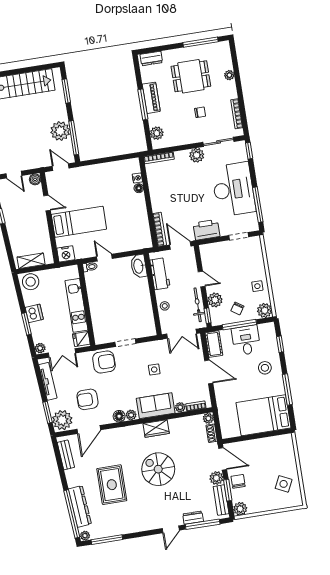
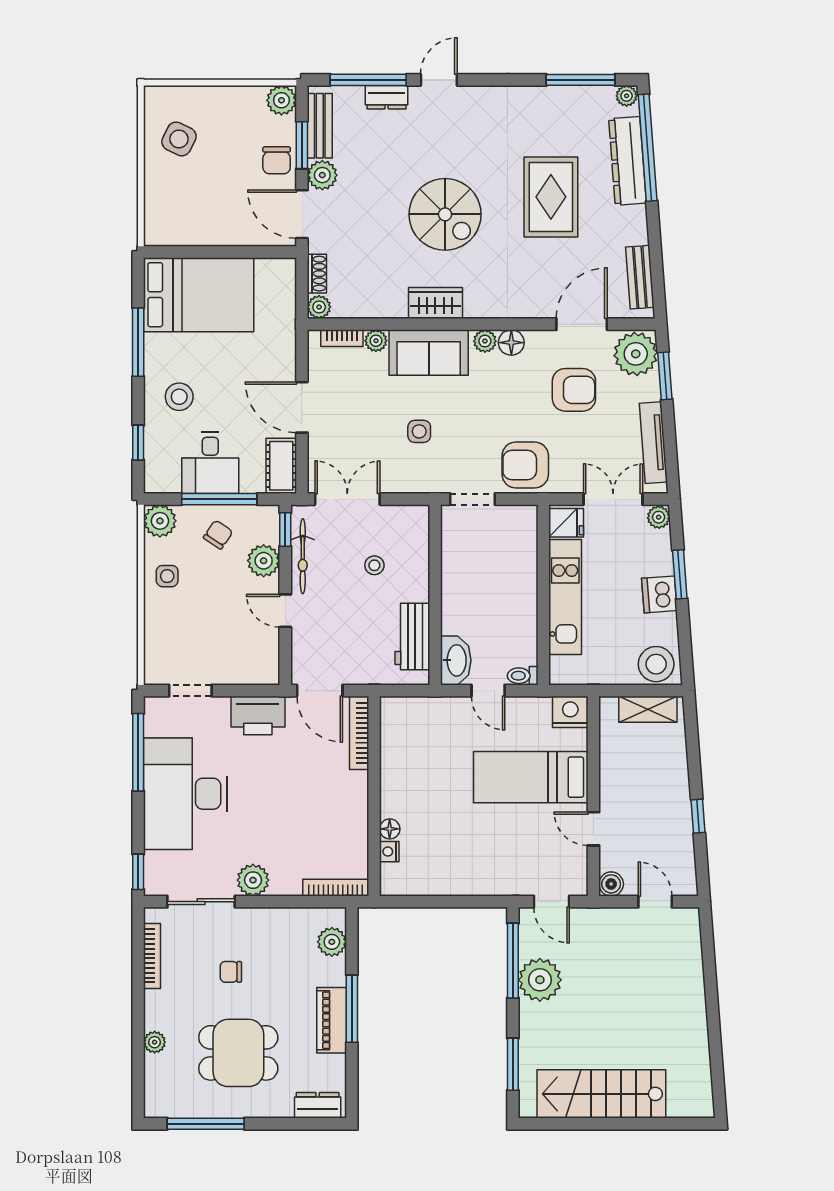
washbasin: (139, 266) -> (456, 660), moved
workbench: (160, 274) -> (412, 637), moved
wall: (153, 294) -> (435, 595), moved

